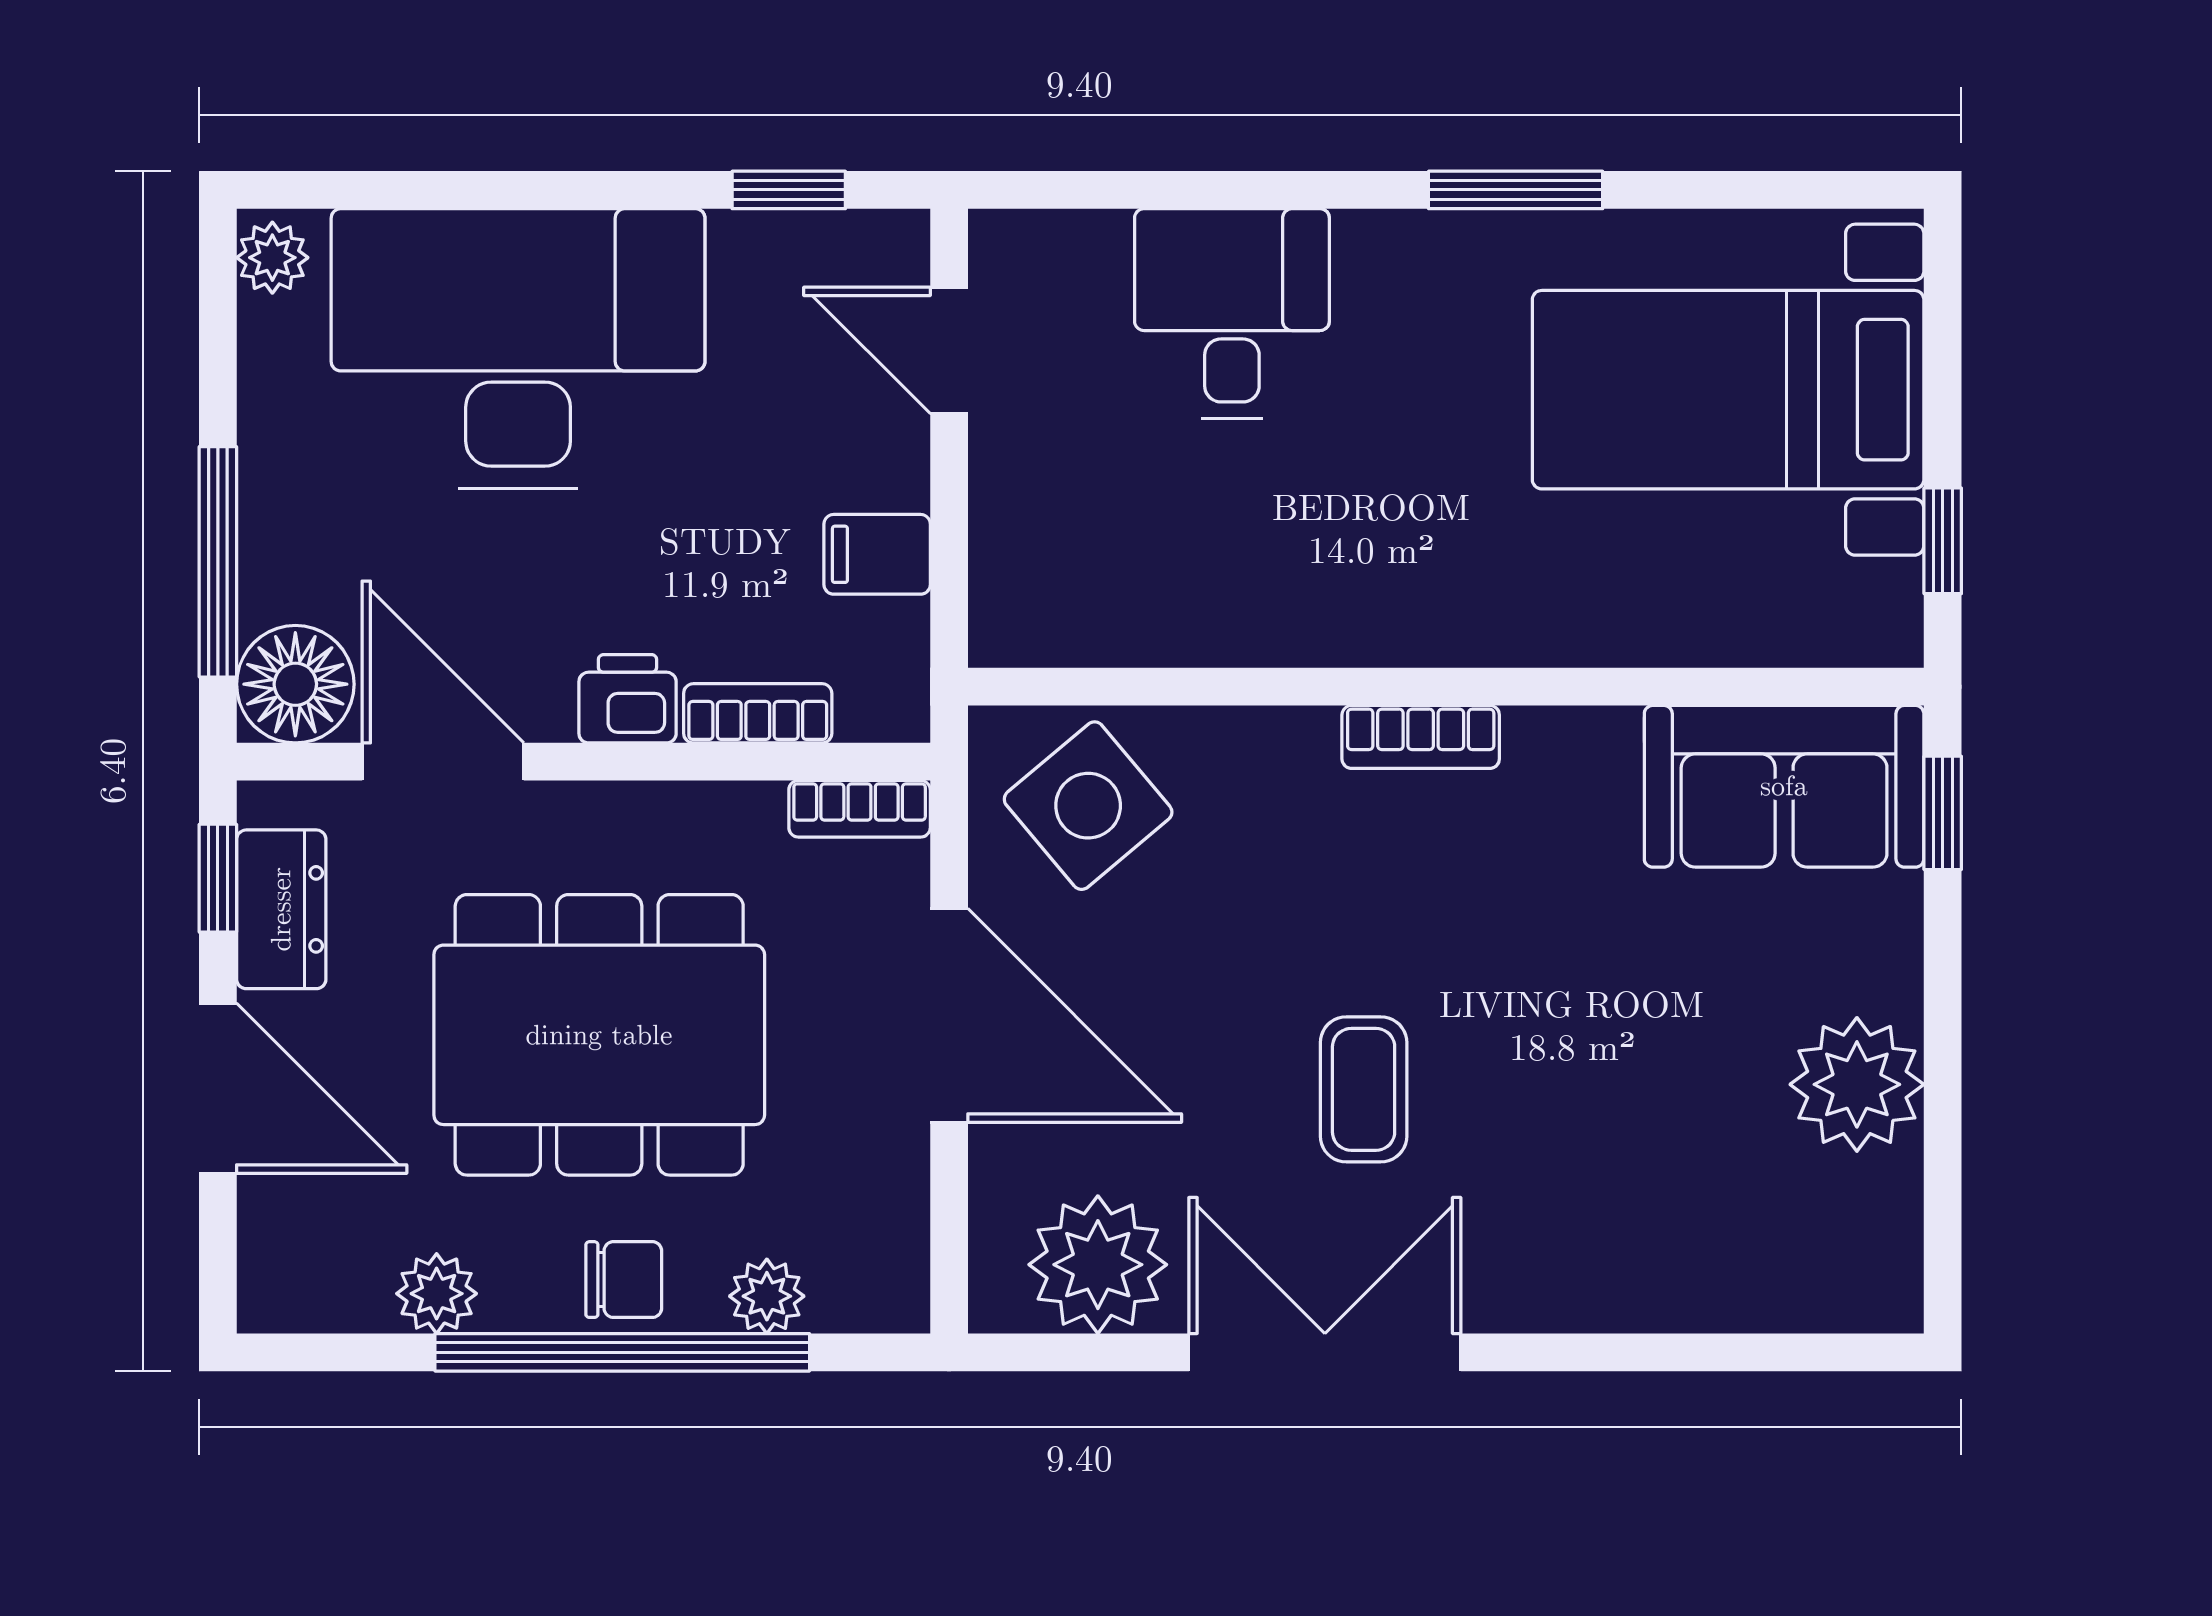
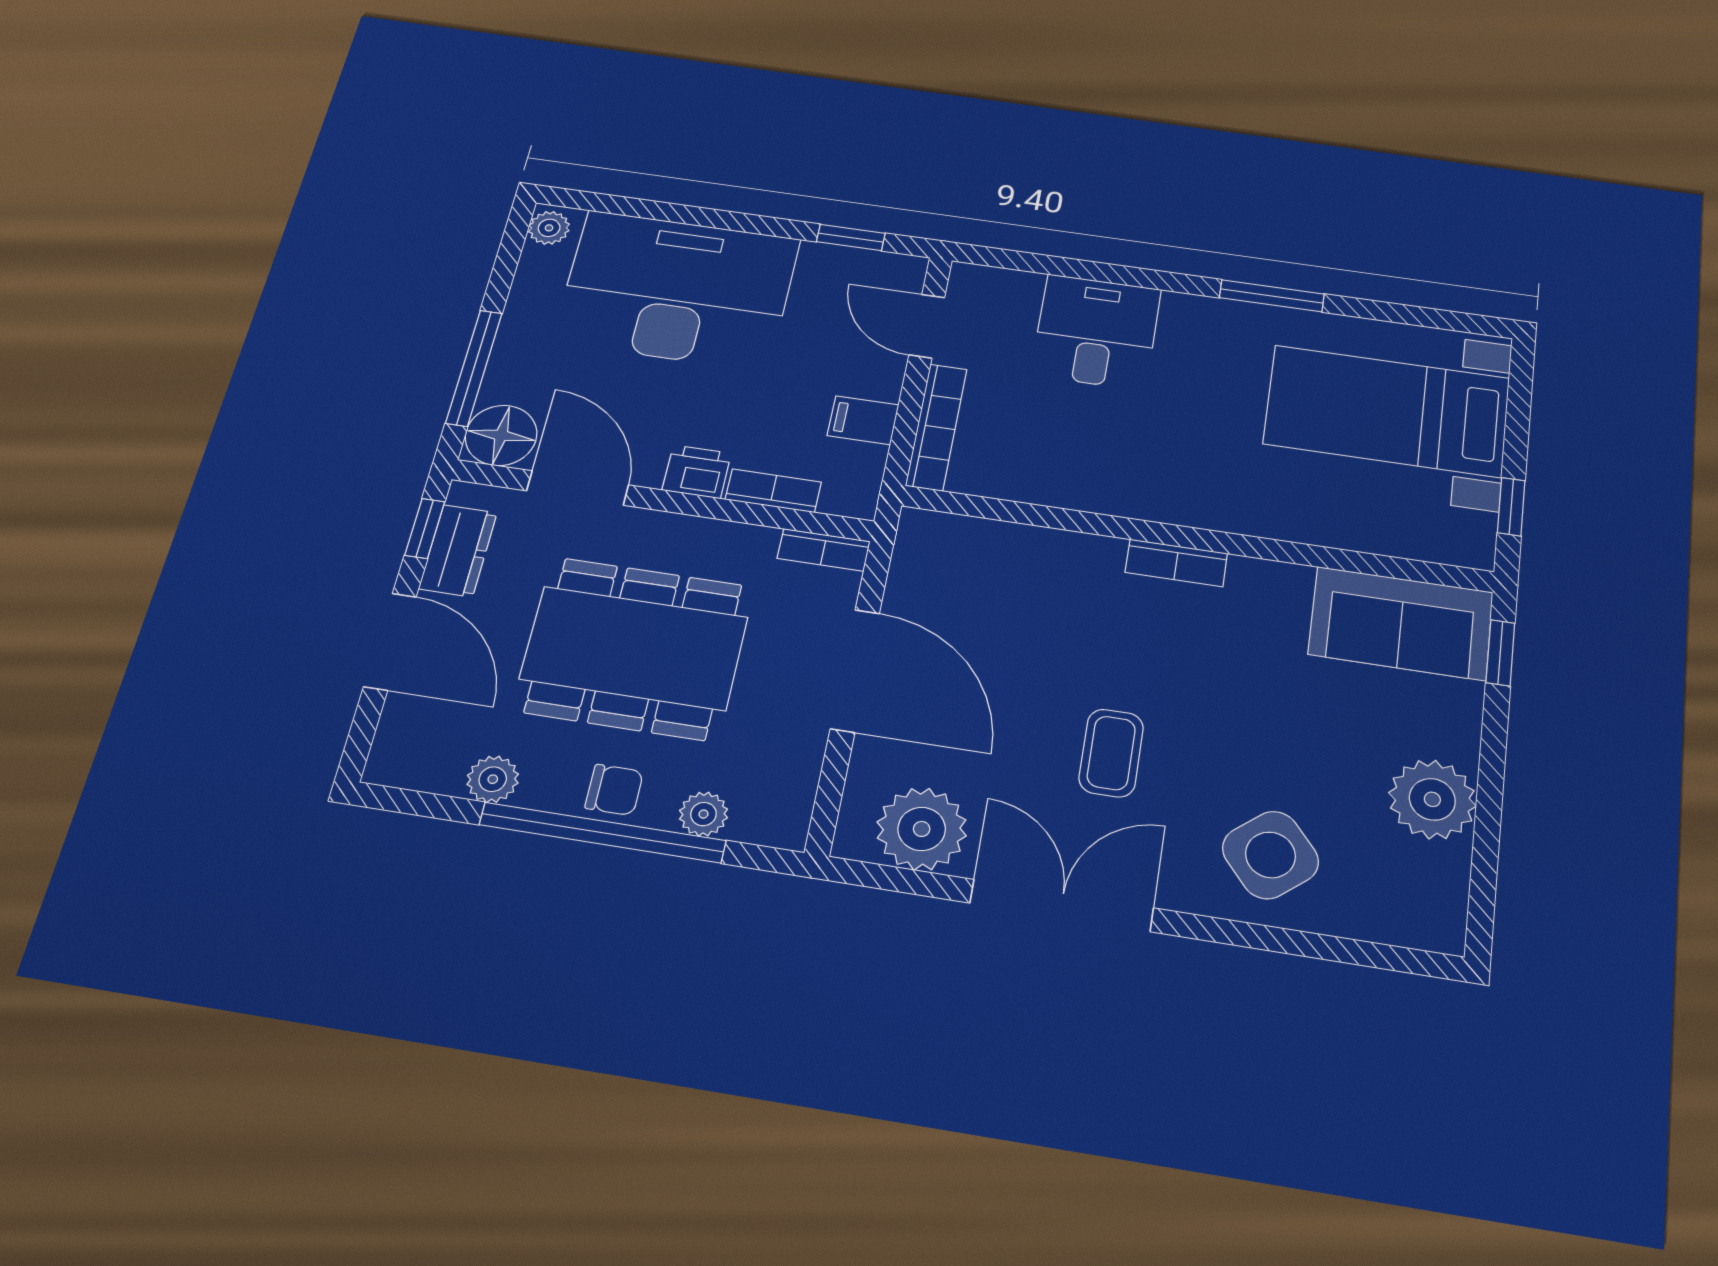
bookcase: (999, 547) -> (936, 427), added
side table: (1088, 806) -> (1270, 855), moved

